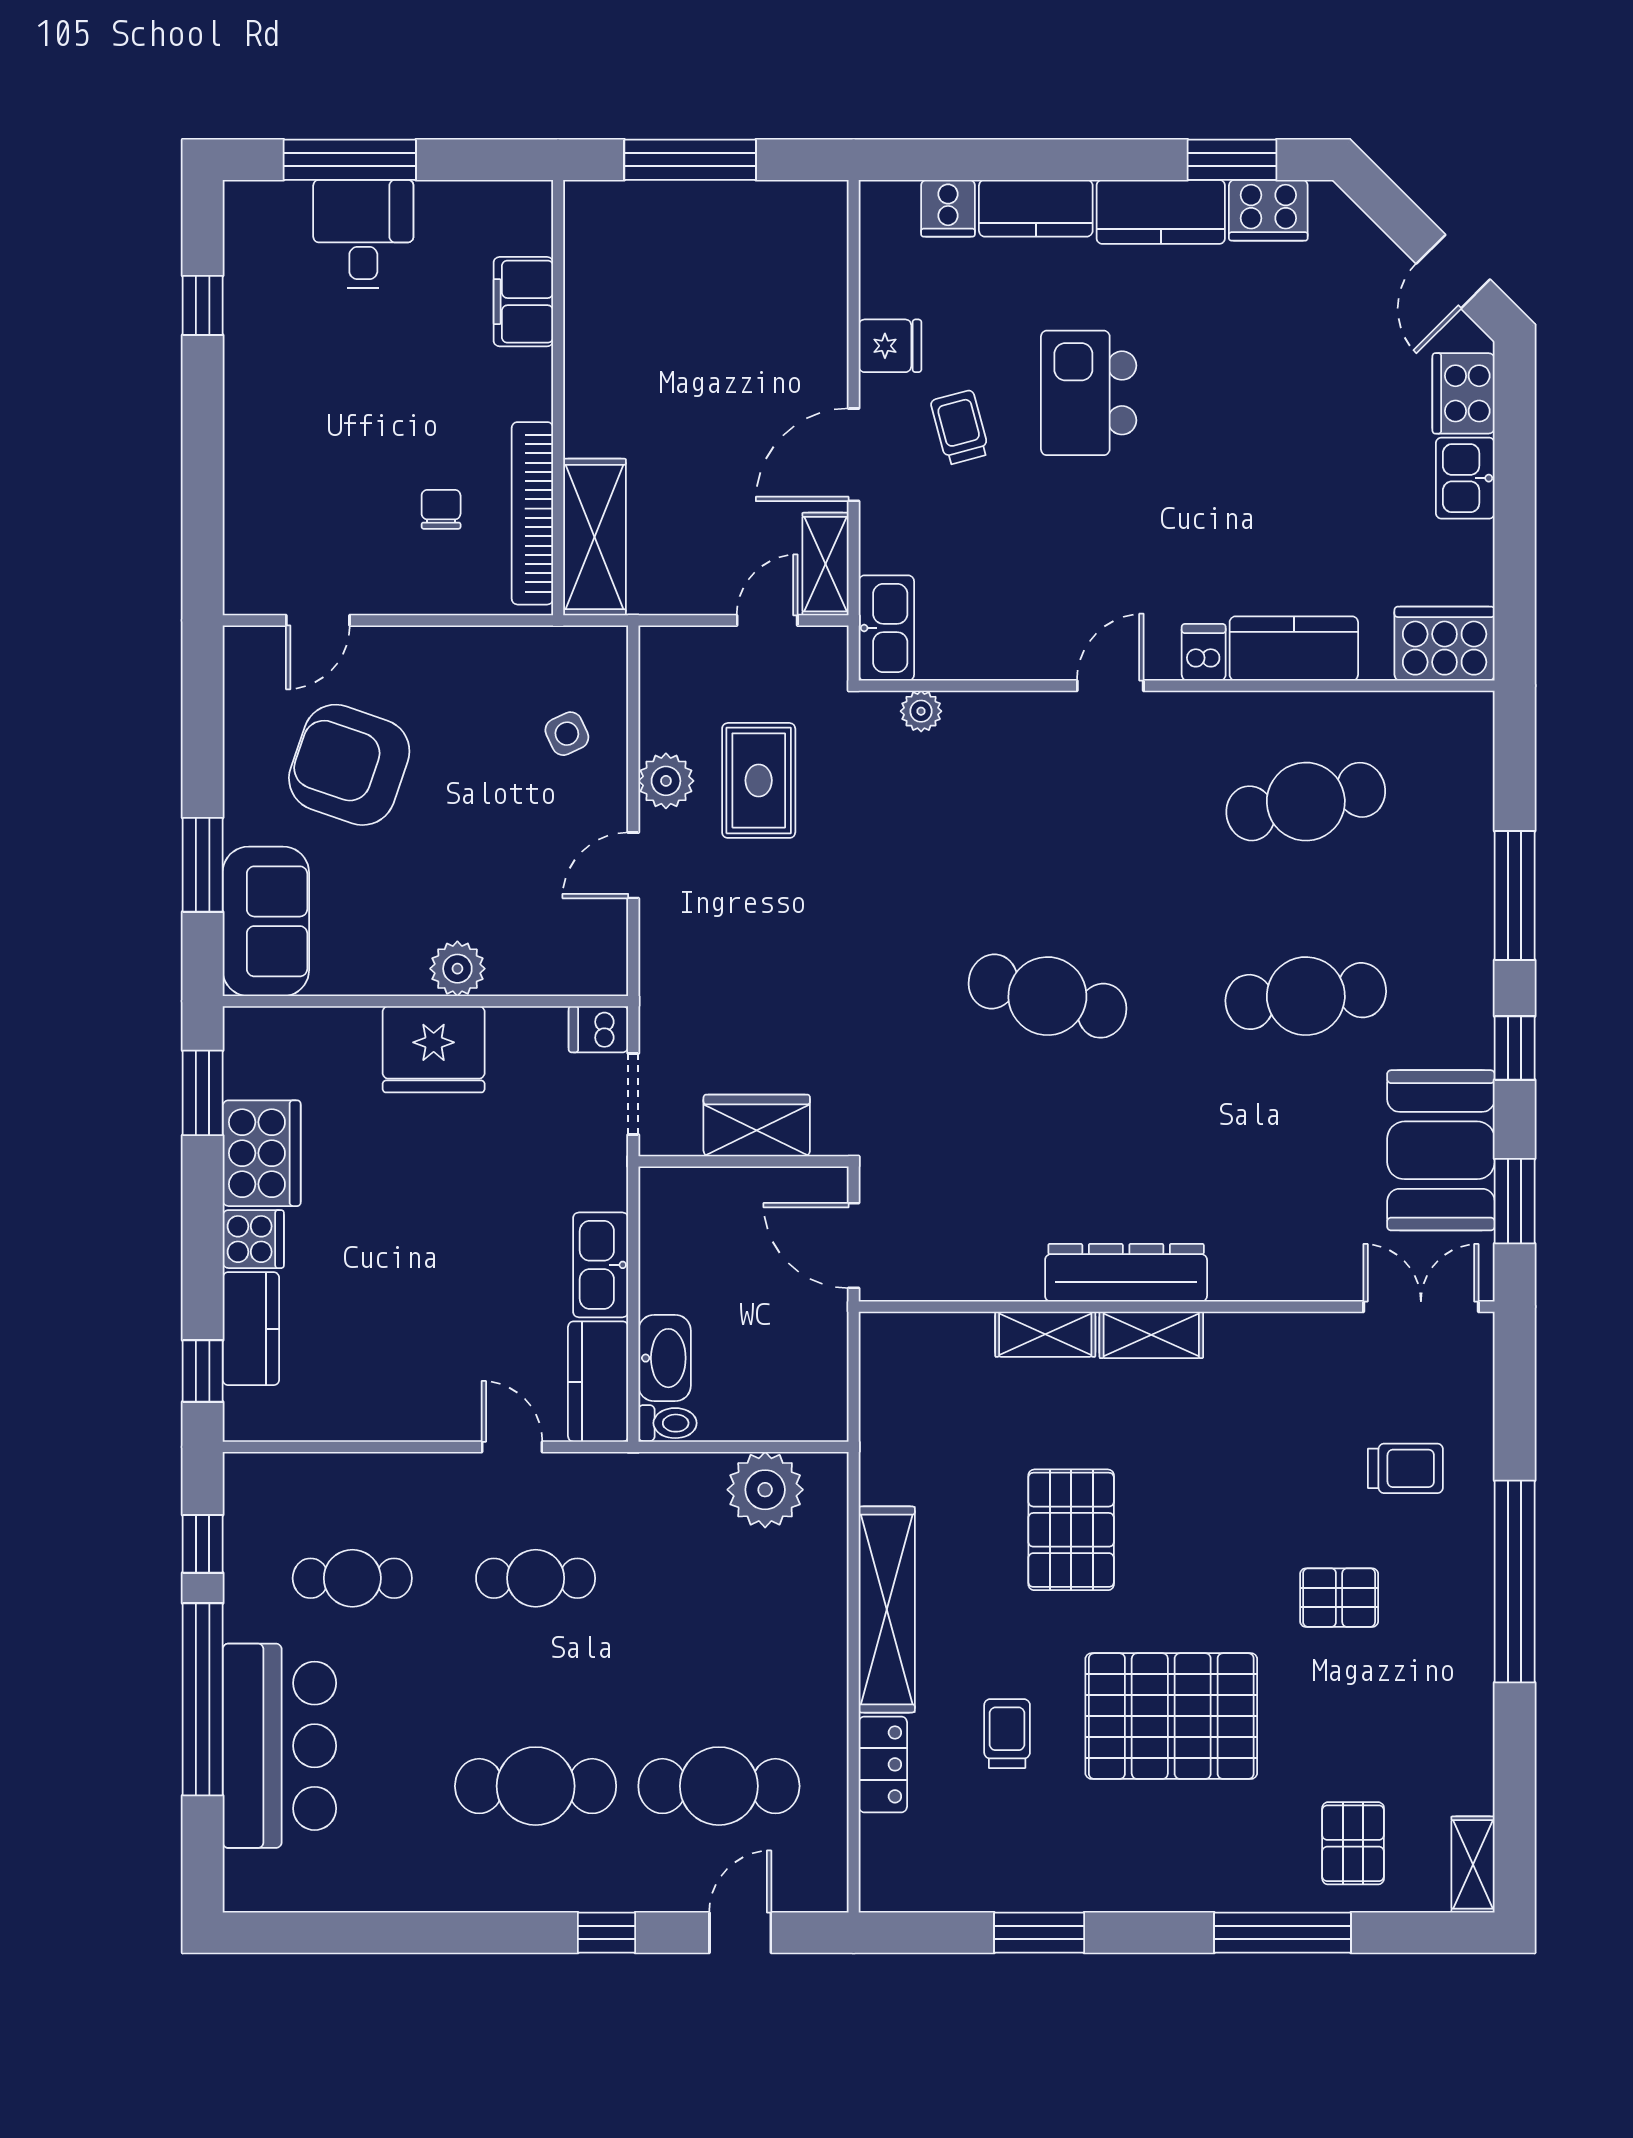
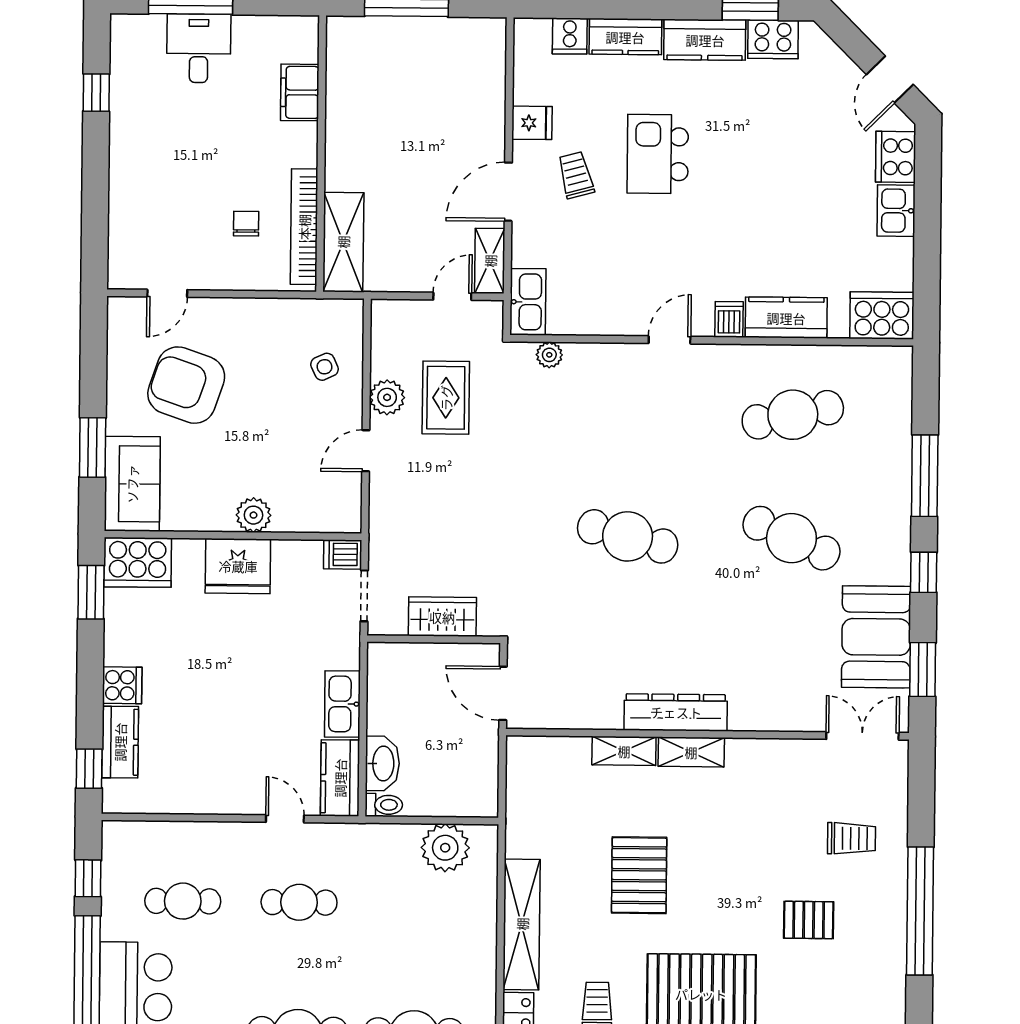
cafe table: (1306, 996) -> (791, 538), turned 30
cooker: (262, 1153) -> (138, 562), moved, turned 90

